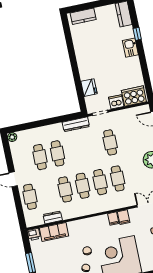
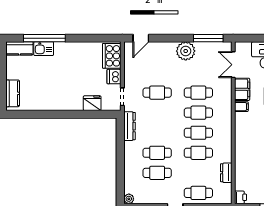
window: (137, 34) -> (44, 38), width x3.17
kitchen sink: (130, 48) -> (44, 49), moved
filing cabinet: (124, 217) -> (242, 89), width x2.00
filing cabinet: (54, 232) -> (242, 175), removed

